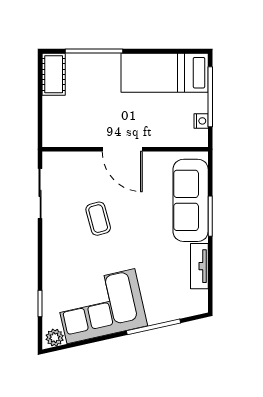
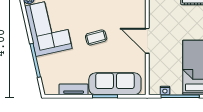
door: (122, 149) -> (147, 41), hinge flipped
coffee table: (98, 219) -> (96, 37), moved

